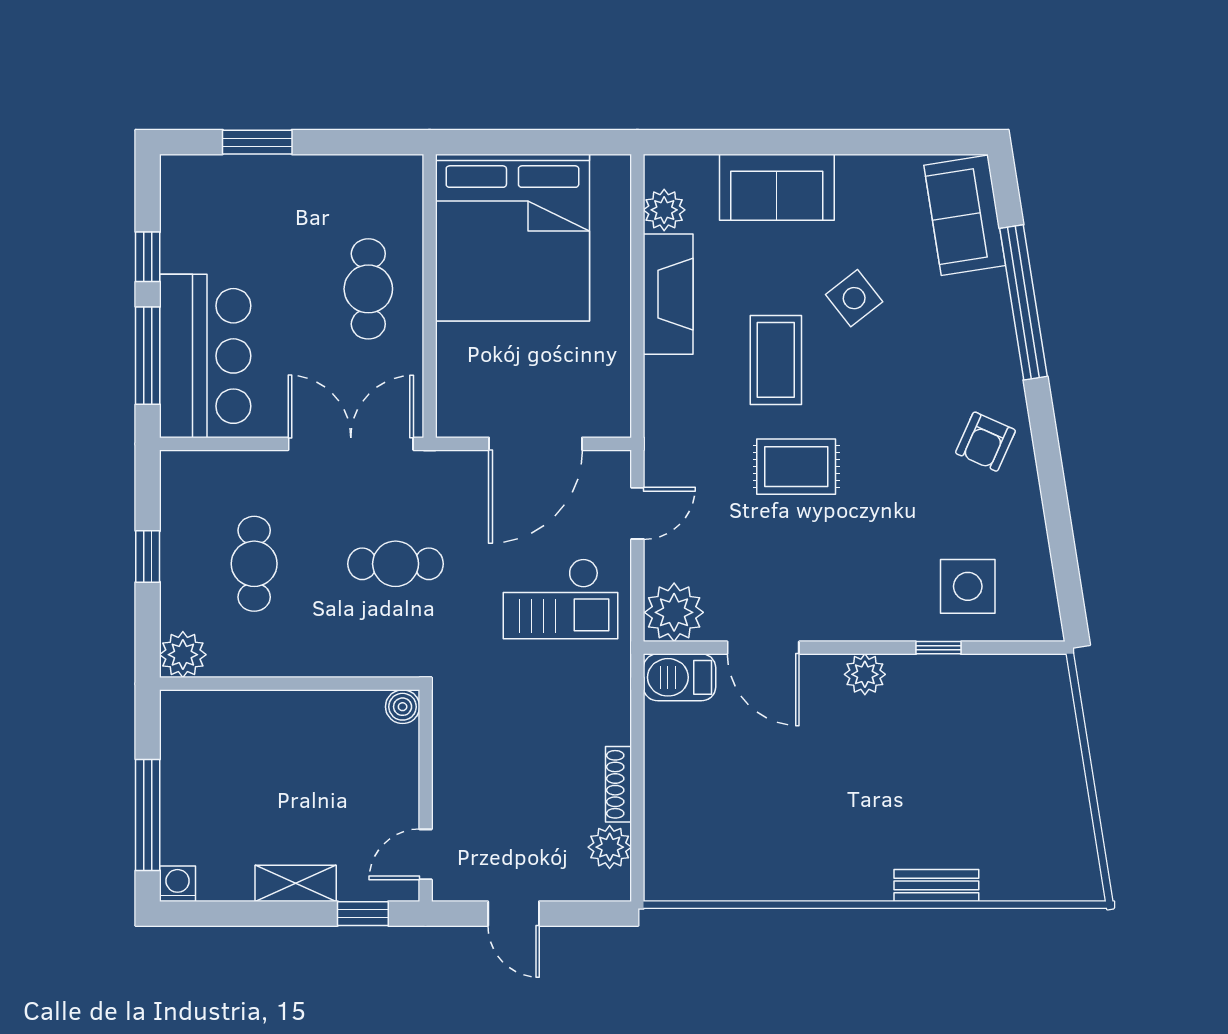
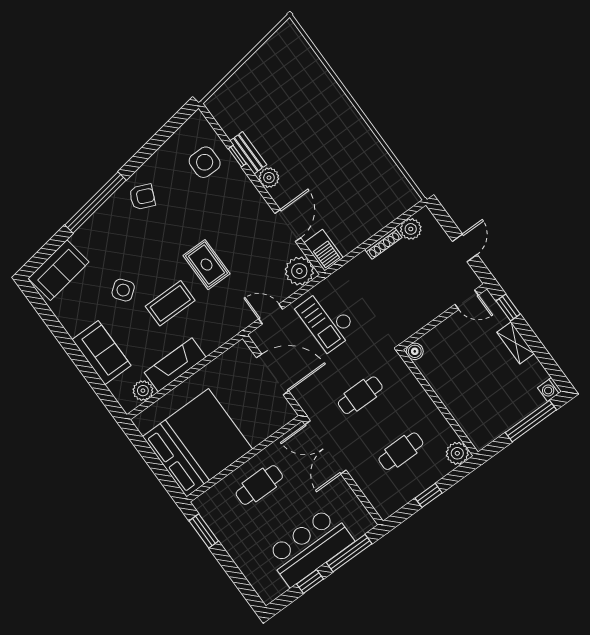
window: (257, 142) -> (204, 531), moved
window: (1023, 302) -> (95, 203), moved
bar counter: (205, 356) -> (310, 547), moved
cafe table: (396, 564) -> (360, 395), turned 90
checkout: (561, 599) -> (327, 320), turned 180
bench: (936, 885) -> (248, 153), moved

